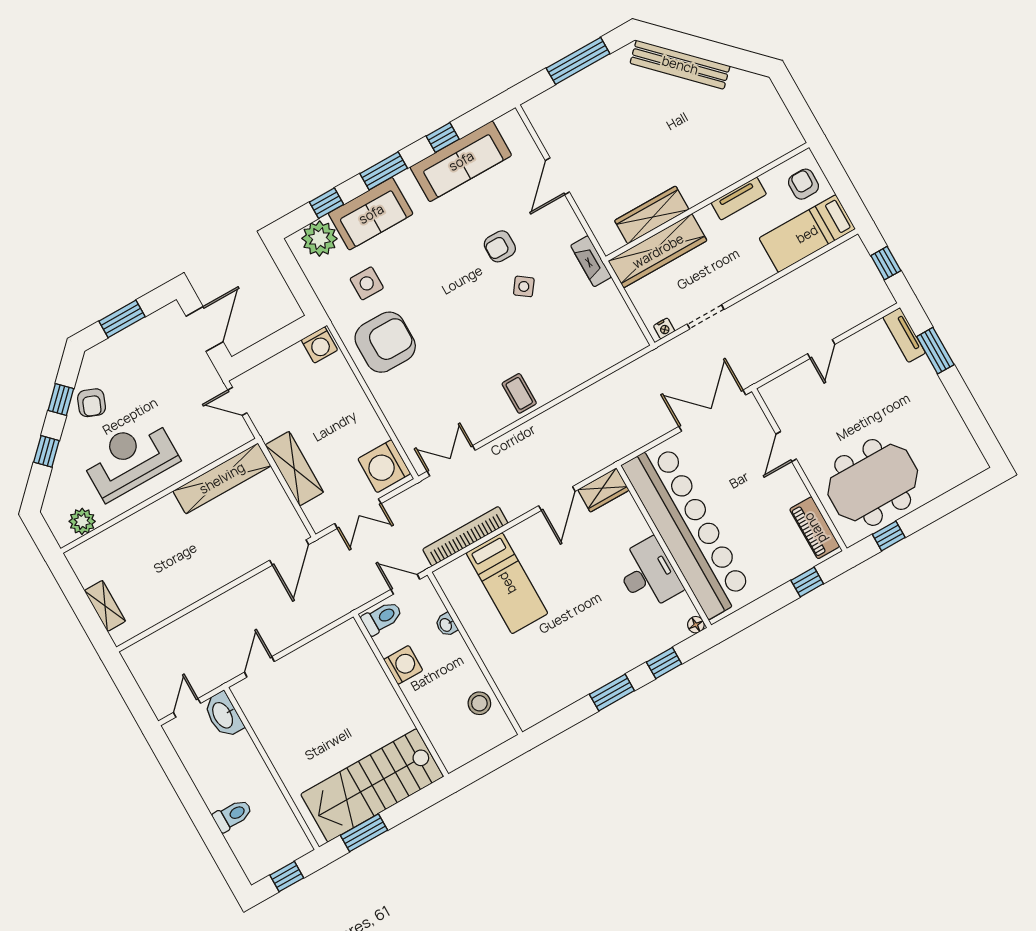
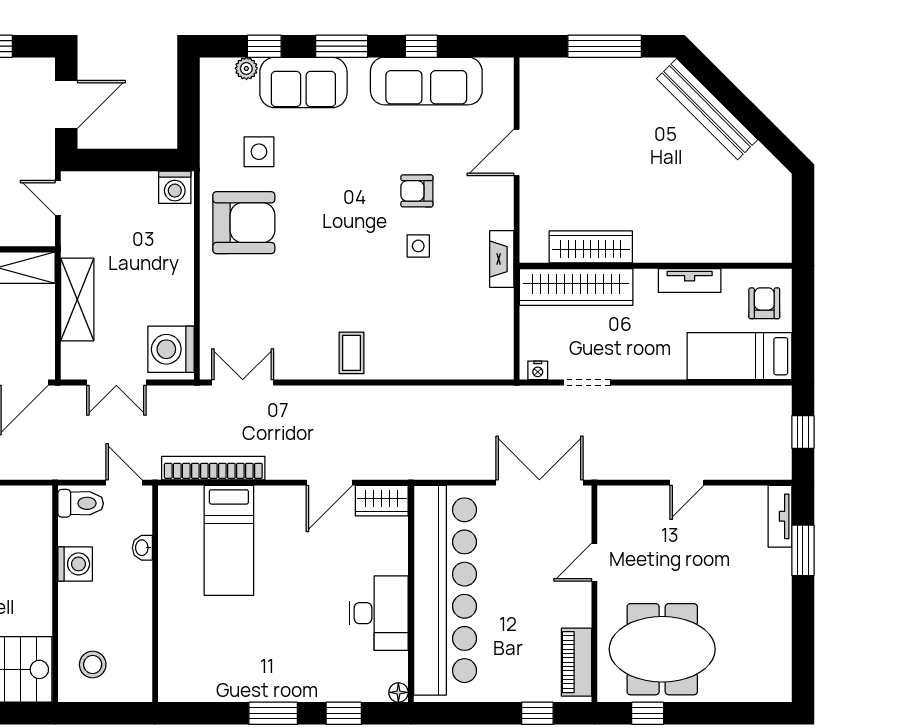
plant: (319, 239) -> (246, 68), width x0.53, depth x0.53
side table: (524, 286) -> (418, 246), turned -36
stool: (479, 703) -> (93, 665), moved

